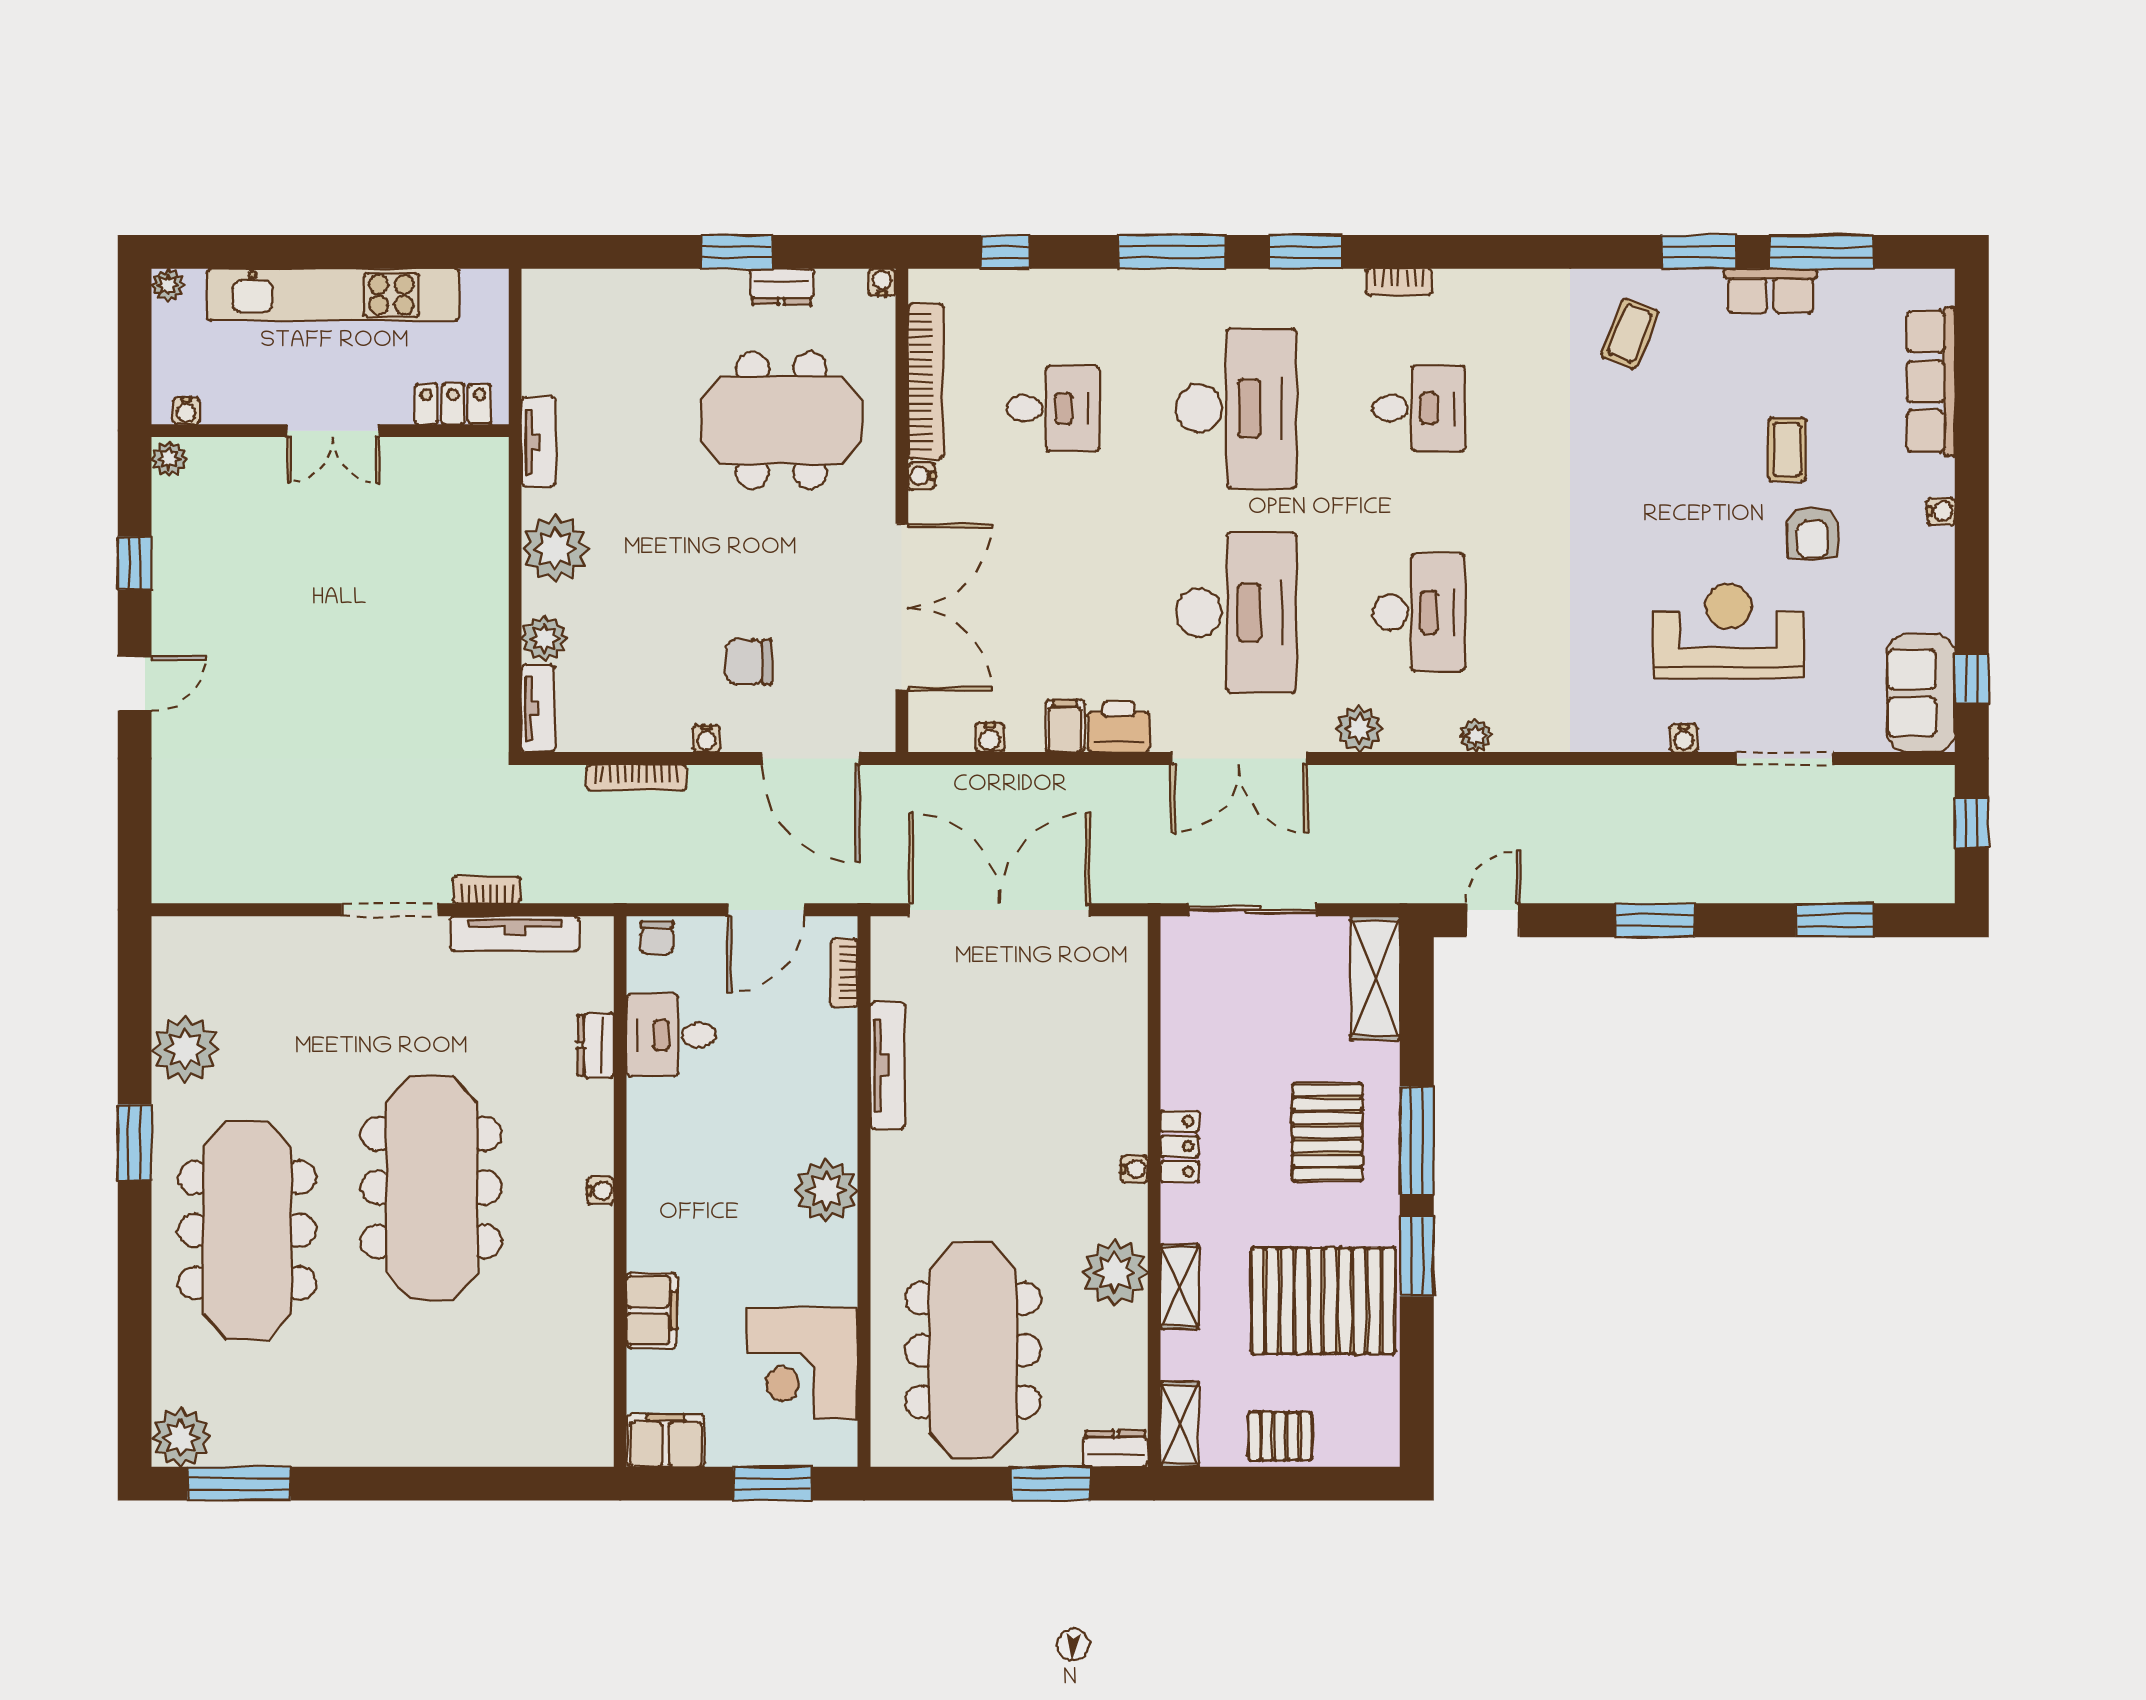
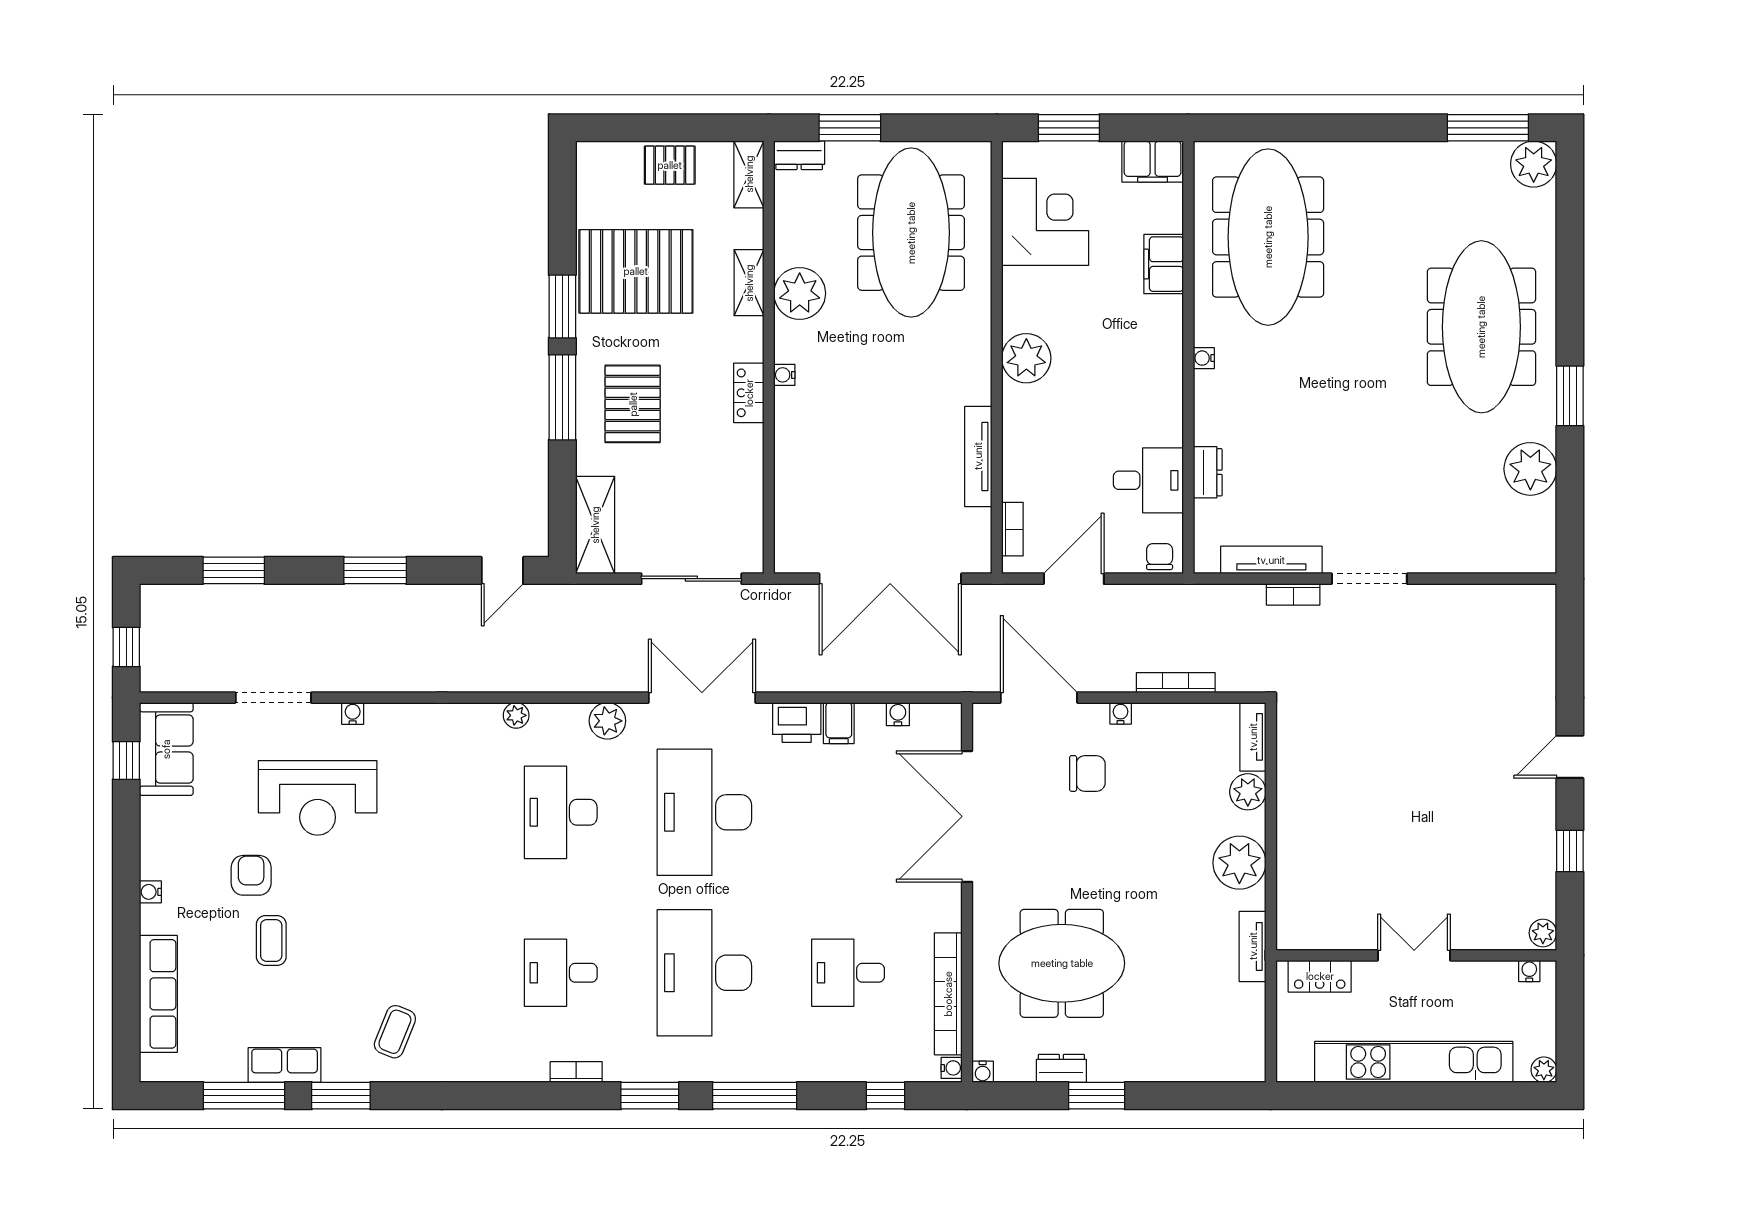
water cooler: (922, 476) -> (952, 1068), moved
meeting table: (431, 1188) -> (1268, 237), moved

